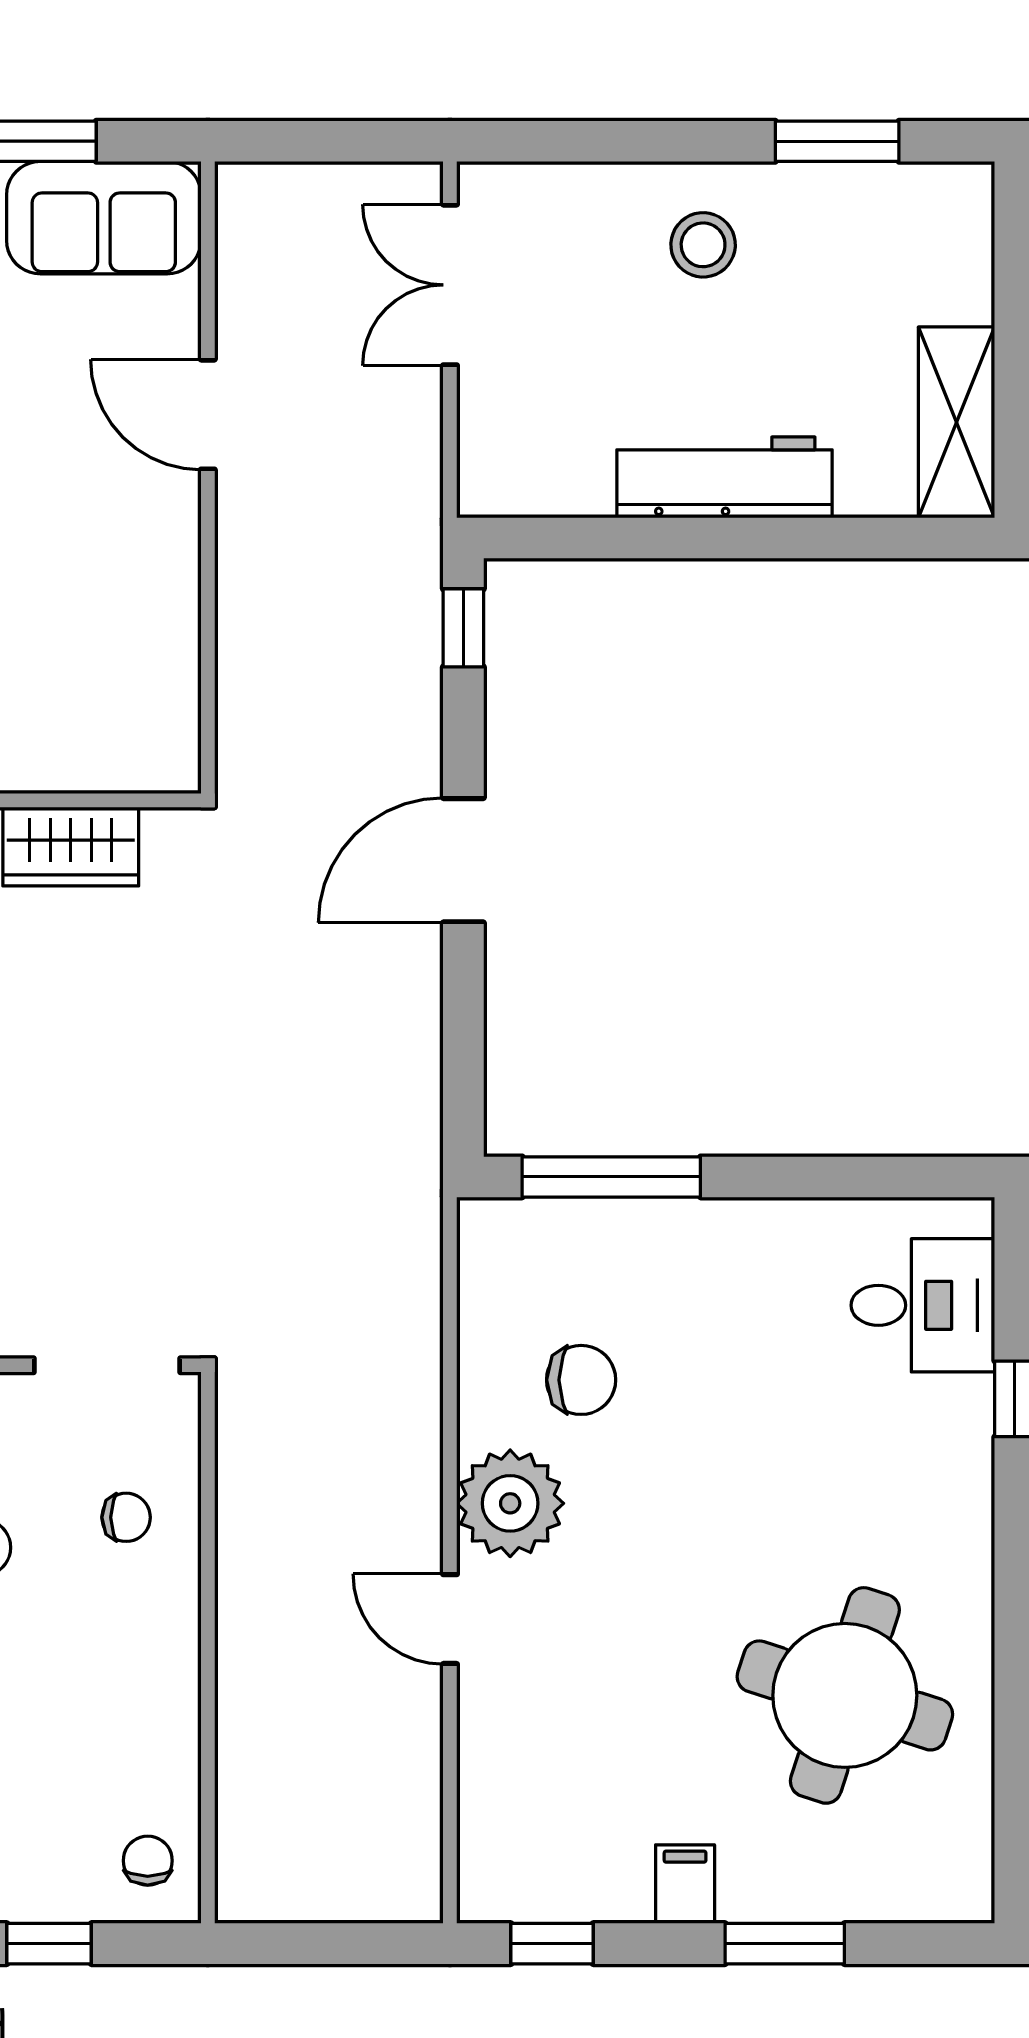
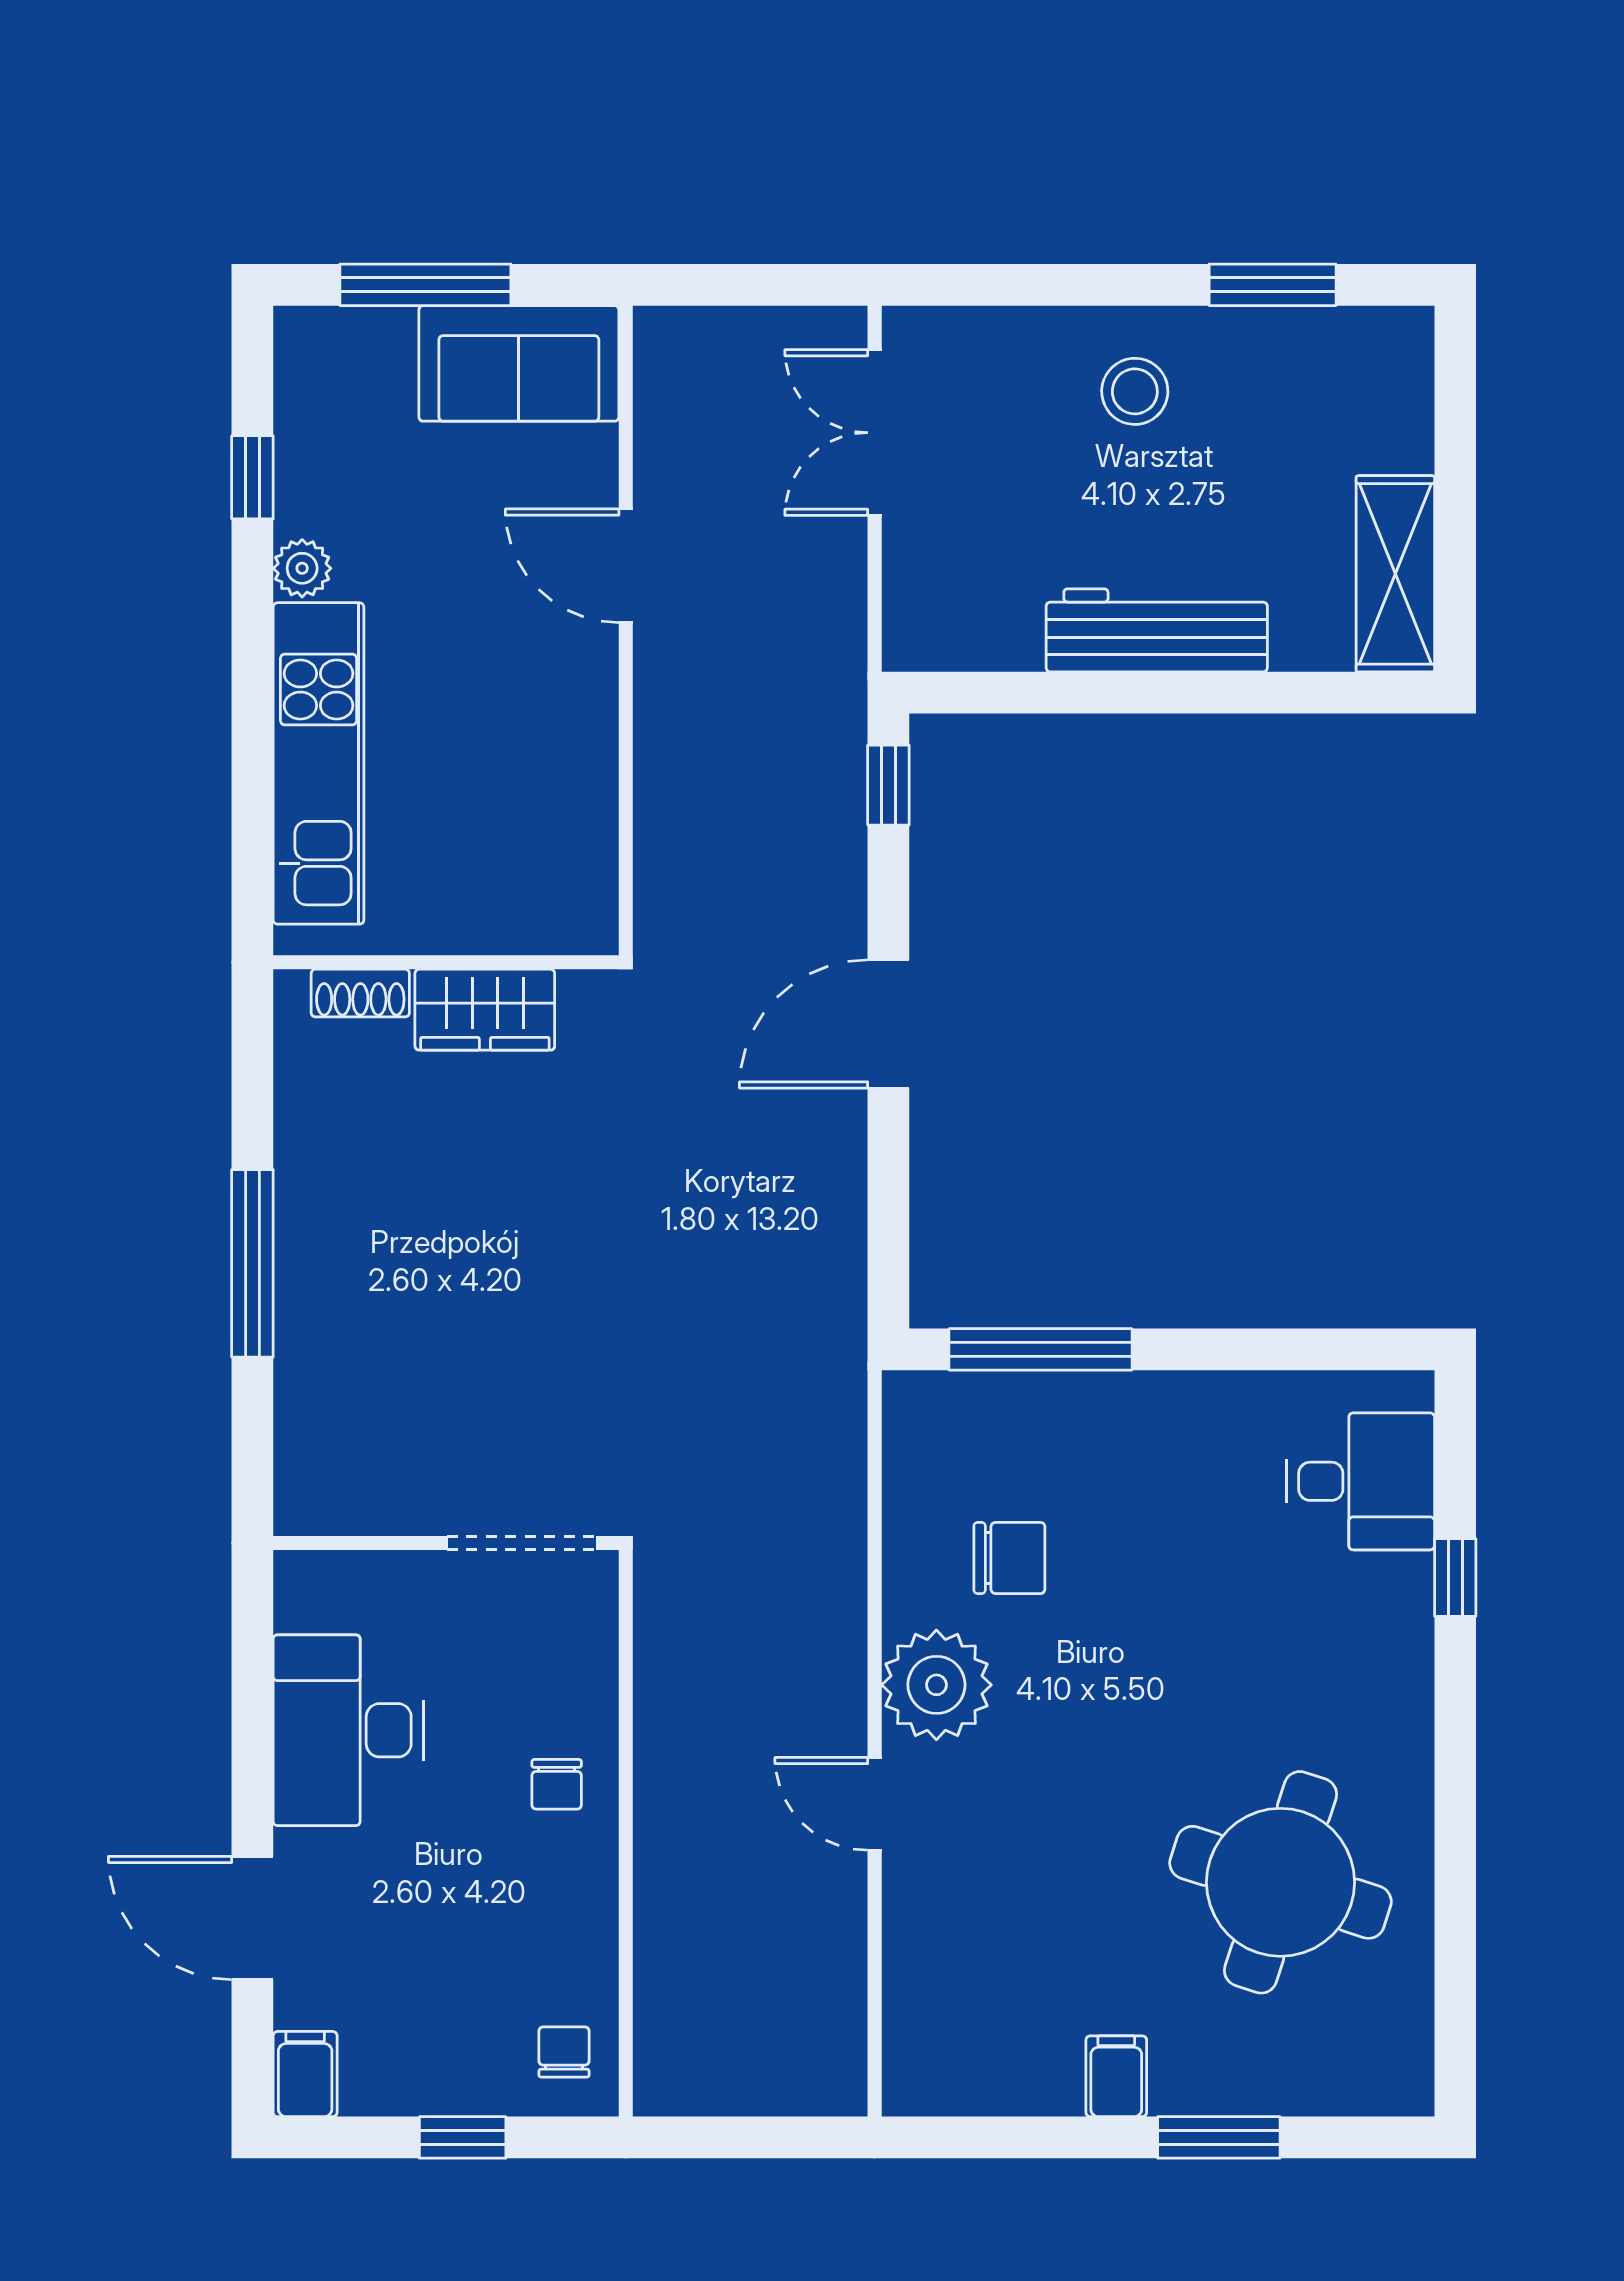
chair: (126, 1517) -> (557, 1784), moved, turned 90
window: (552, 1944) -> (980, 2137), removed

